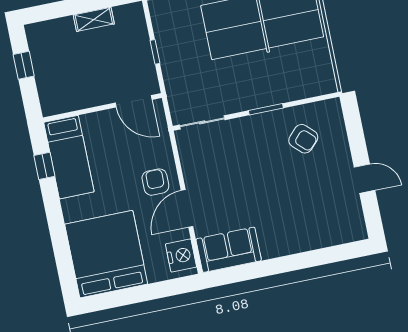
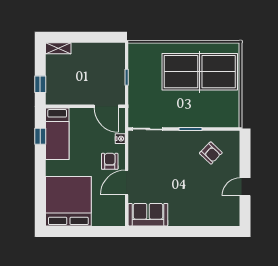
shelving: (94, 19) -> (58, 48), moved
window: (24, 65) -> (40, 84), moved
door: (365, 179) -> (245, 187), swing flipped
nightstand: (181, 256) -> (120, 139), moved, width x0.53, depth x0.56

